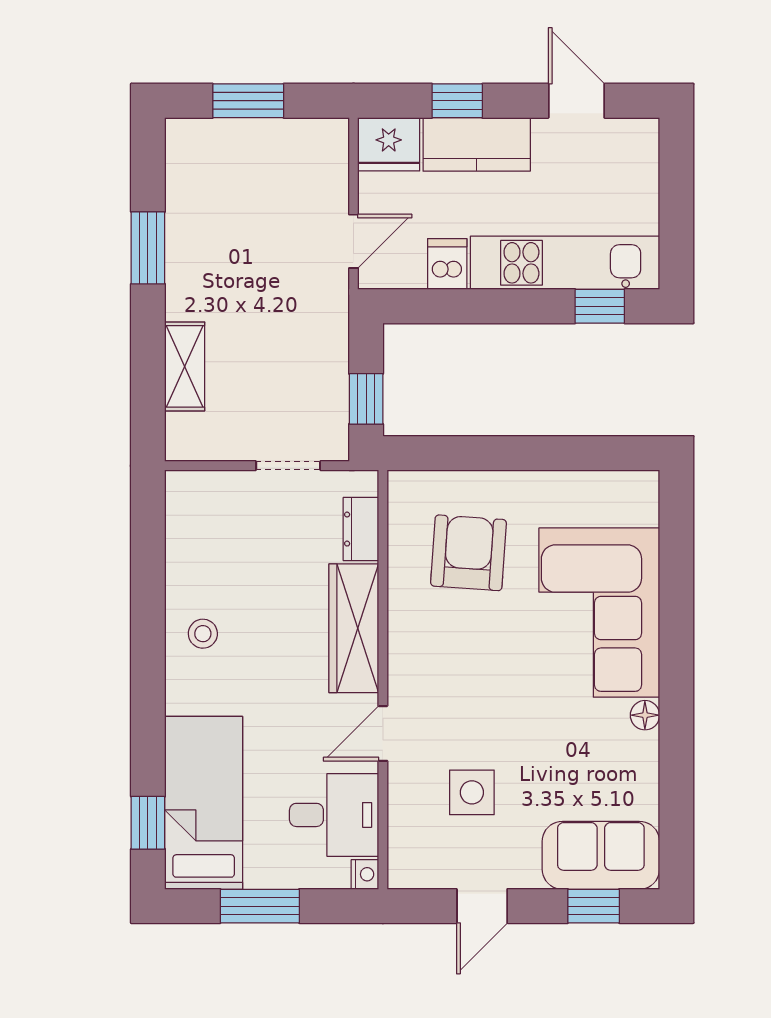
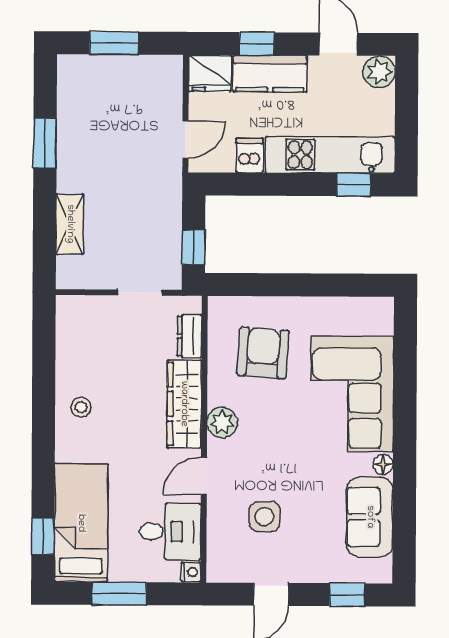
plant: (636, 141) -> (379, 72), added
plant: (409, 655) -> (222, 423), added
sofa: (601, 855) -> (370, 517), moved, turned -90

